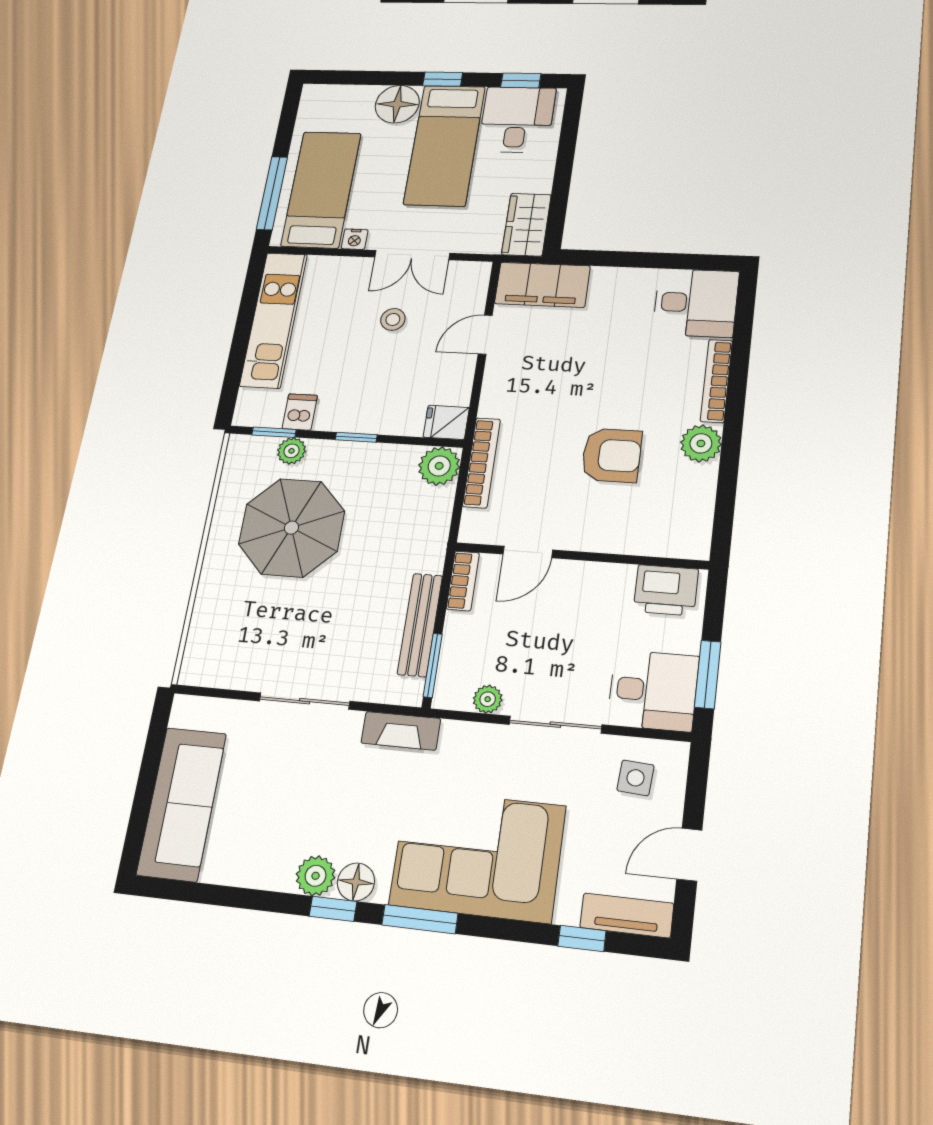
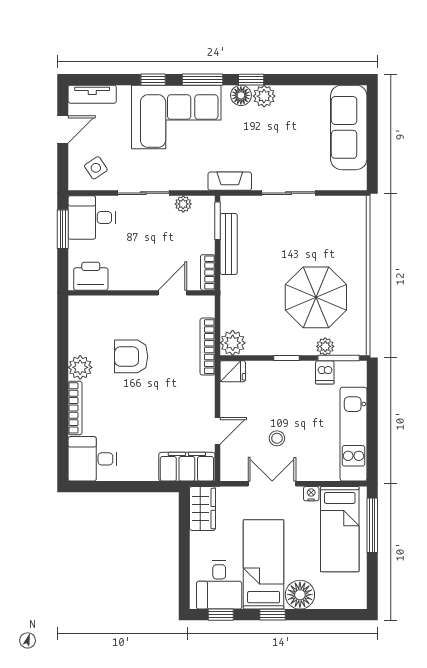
window: (274, 432) -> (339, 358), width x1.50
side table: (635, 778) -> (96, 168), turned -38
window: (582, 938) -> (153, 80), moved

